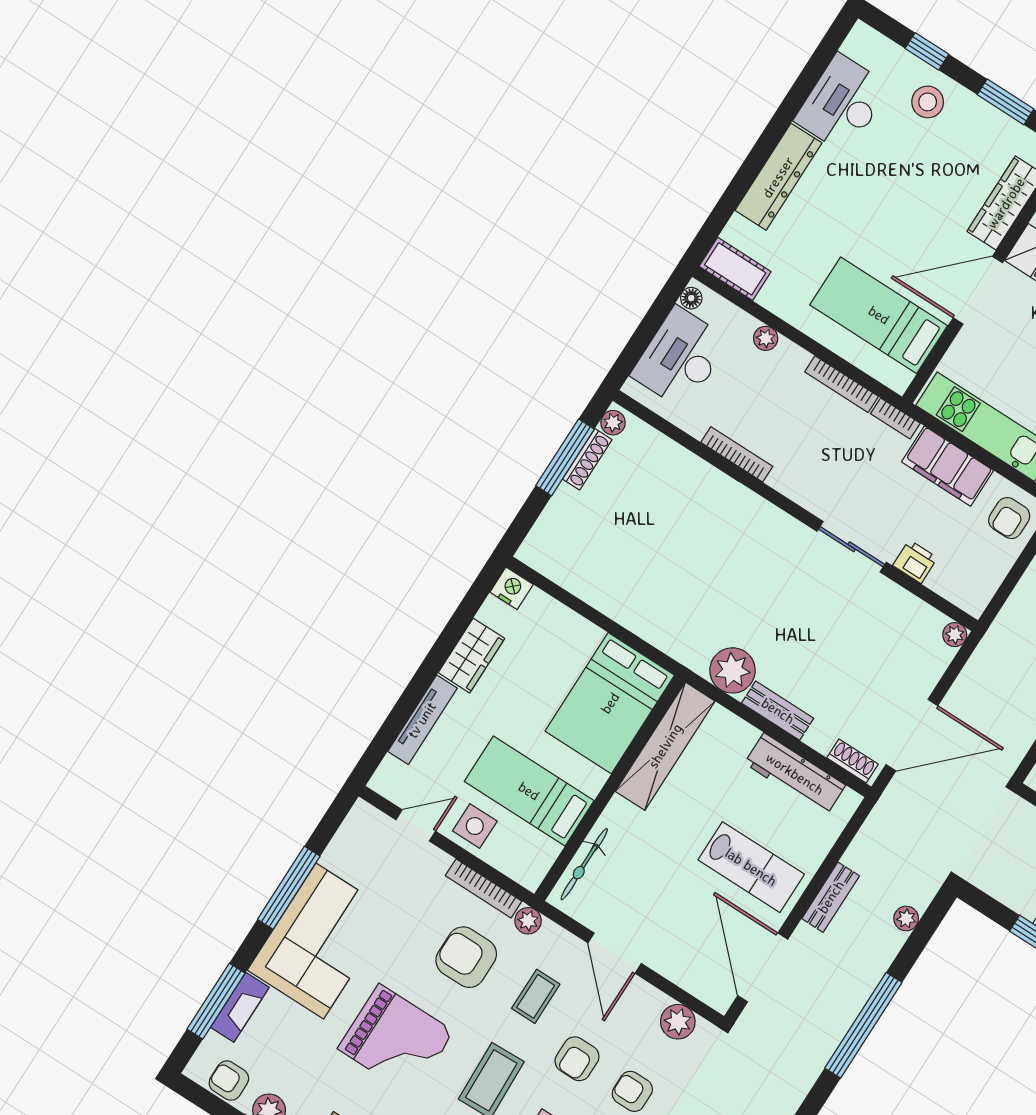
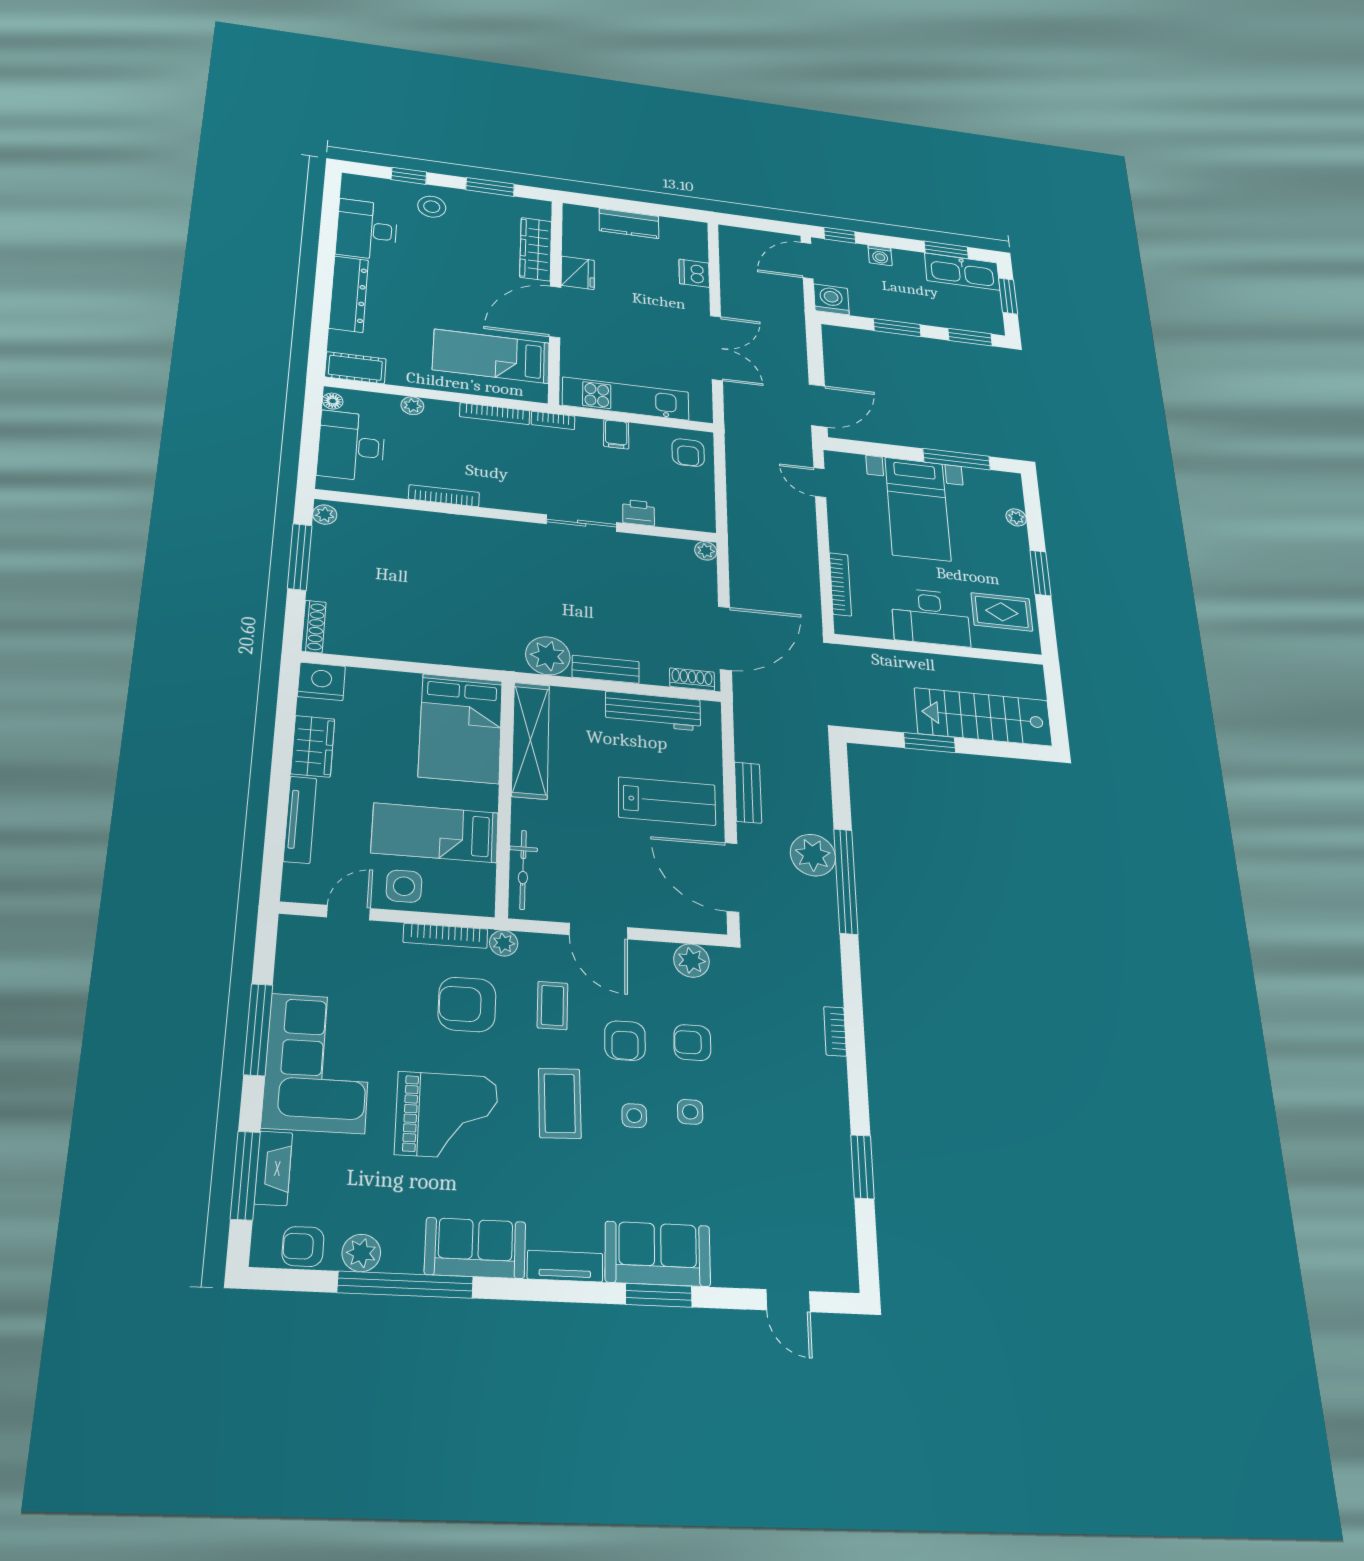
shoe rack: (587, 459) -> (314, 627), moved
filing cabinet: (947, 466) -> (616, 434), width x0.33, depth x0.86
nightstand: (512, 588) -> (321, 681), width x1.36, depth x1.33
plant: (906, 919) -> (813, 855), moved, width x1.88, depth x1.88

